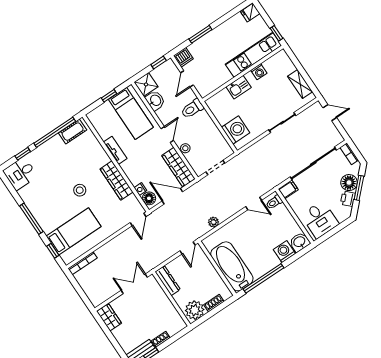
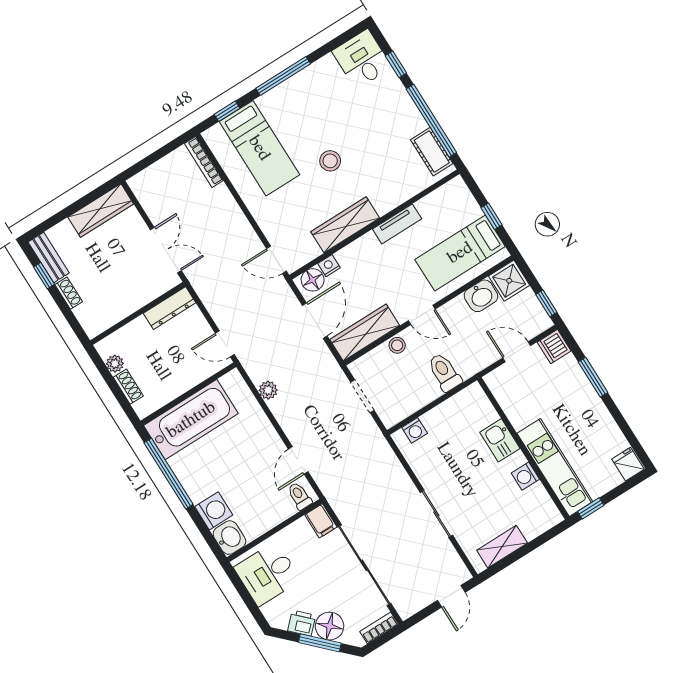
toilet: (192, 109) -> (445, 372), moved
washing machine: (236, 130) -> (415, 430), width x0.53, depth x0.53
plant: (195, 310) -> (115, 364), width x0.53, depth x0.53
wardrobe: (109, 317) -> (101, 210), width x1.50

